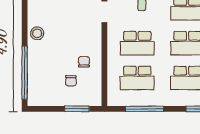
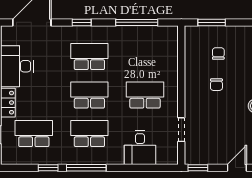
chair: (84, 62) -> (216, 85), moved
school desk: (137, 78) -> (145, 57), removed

